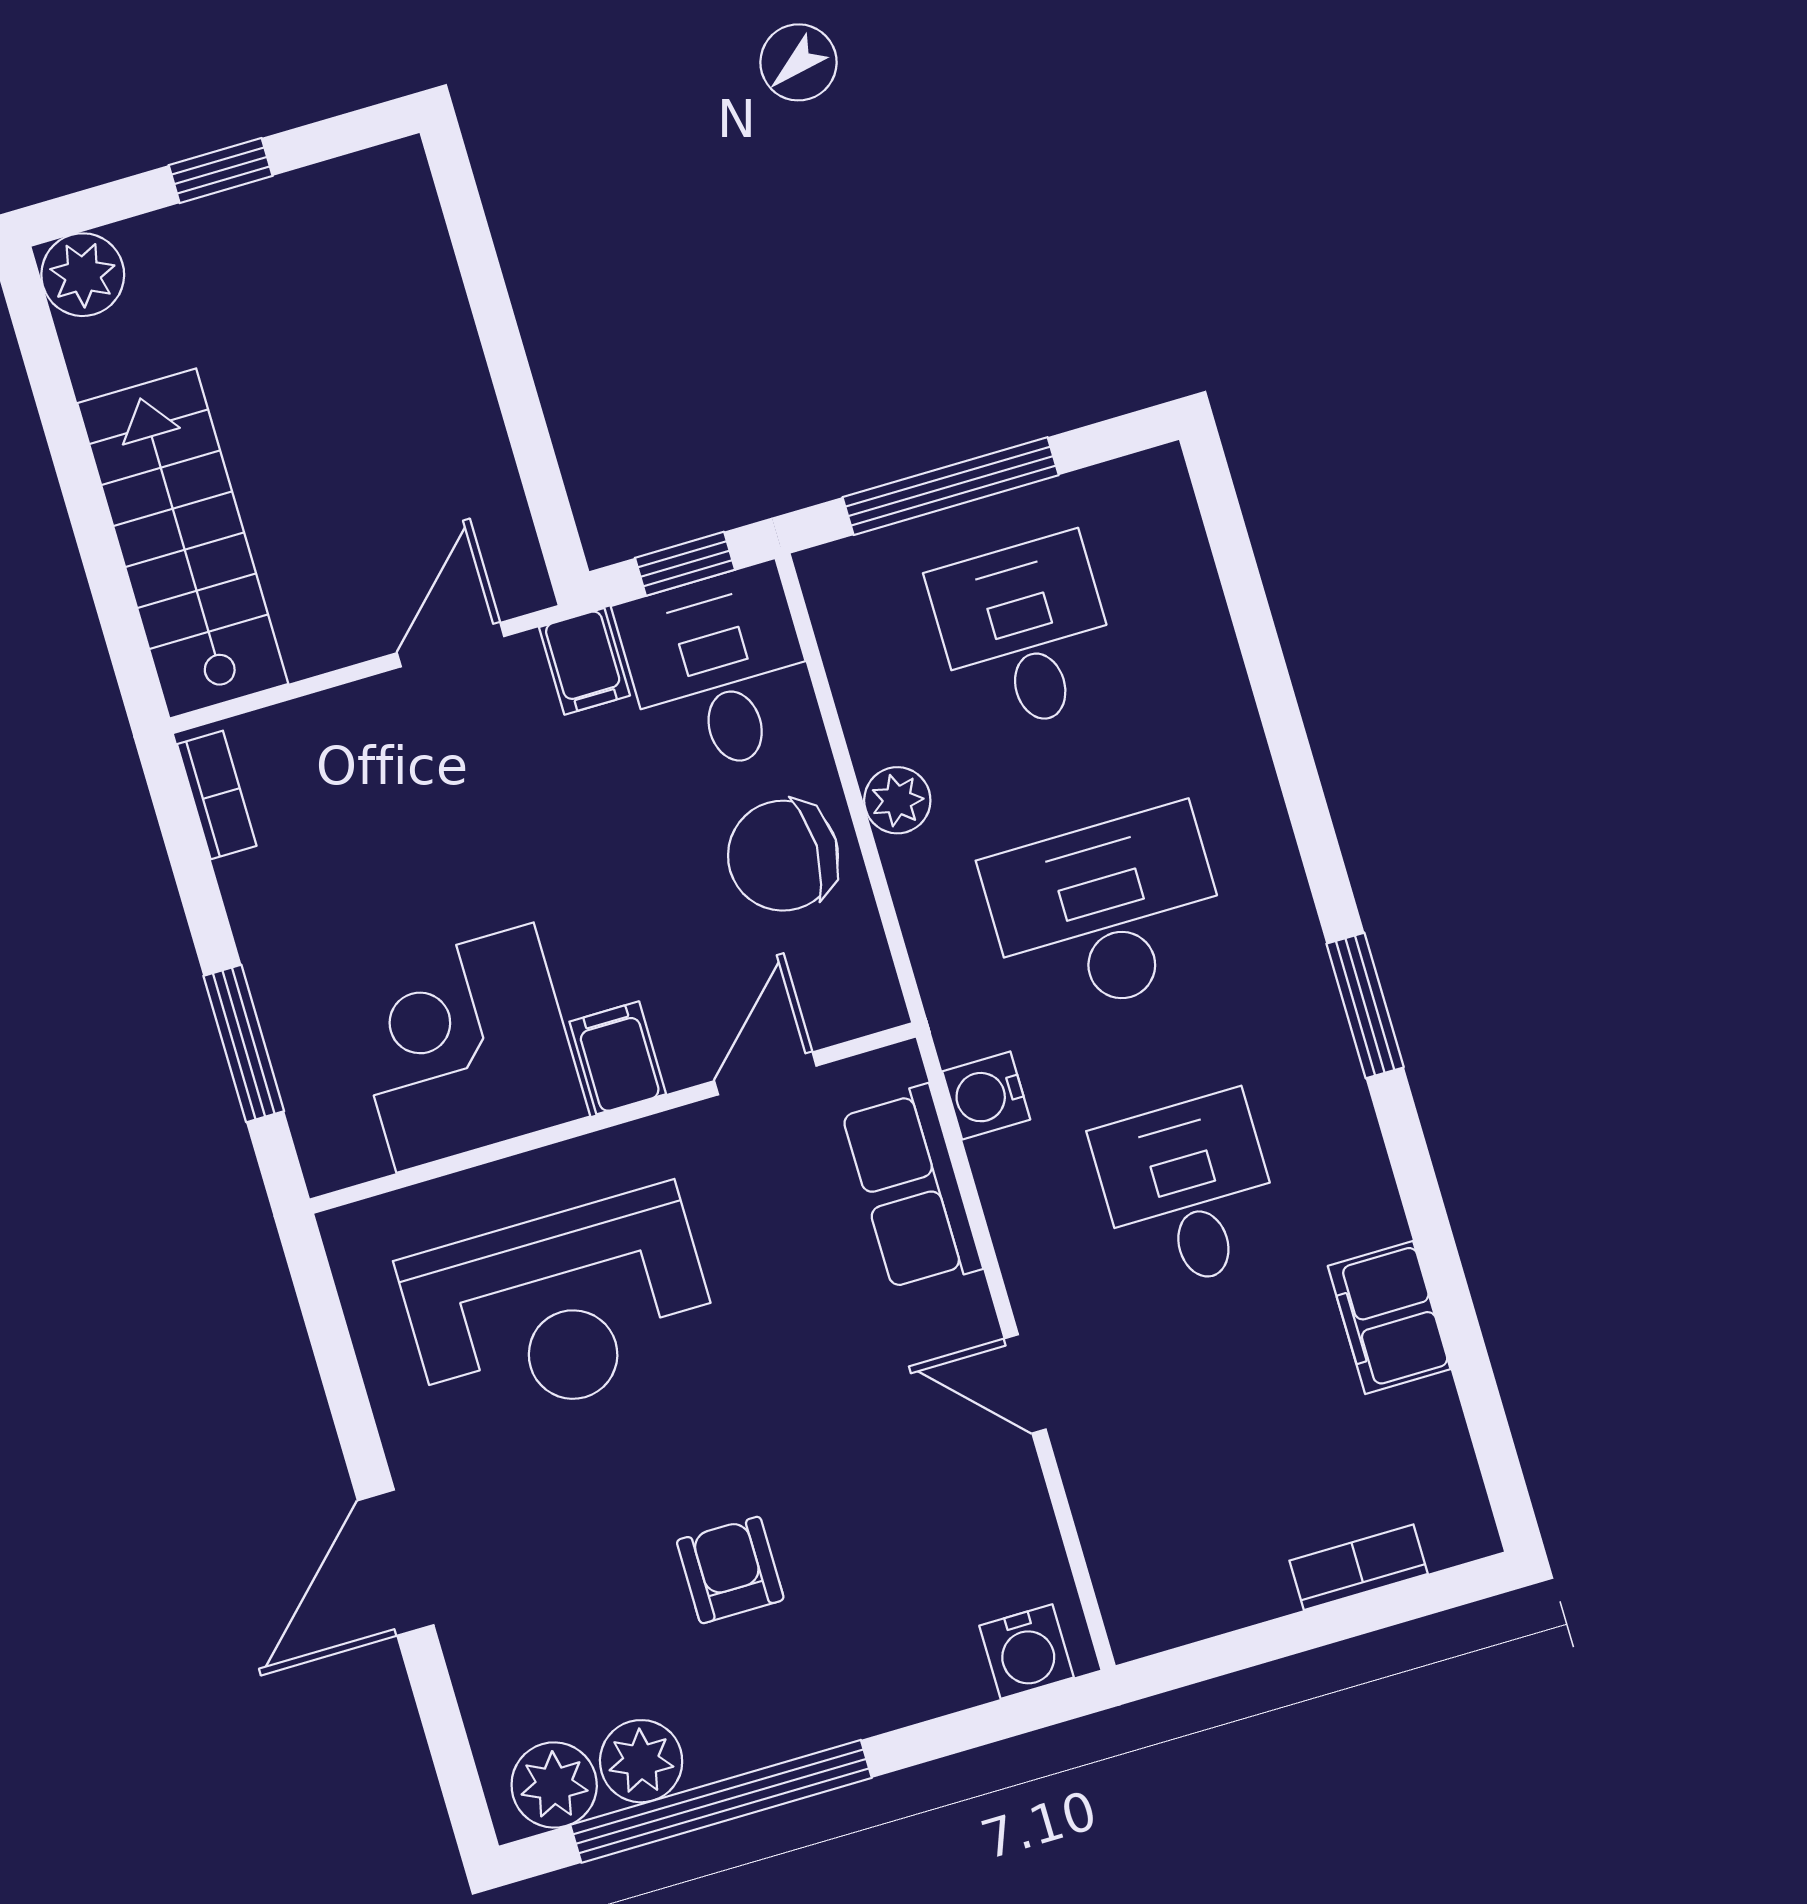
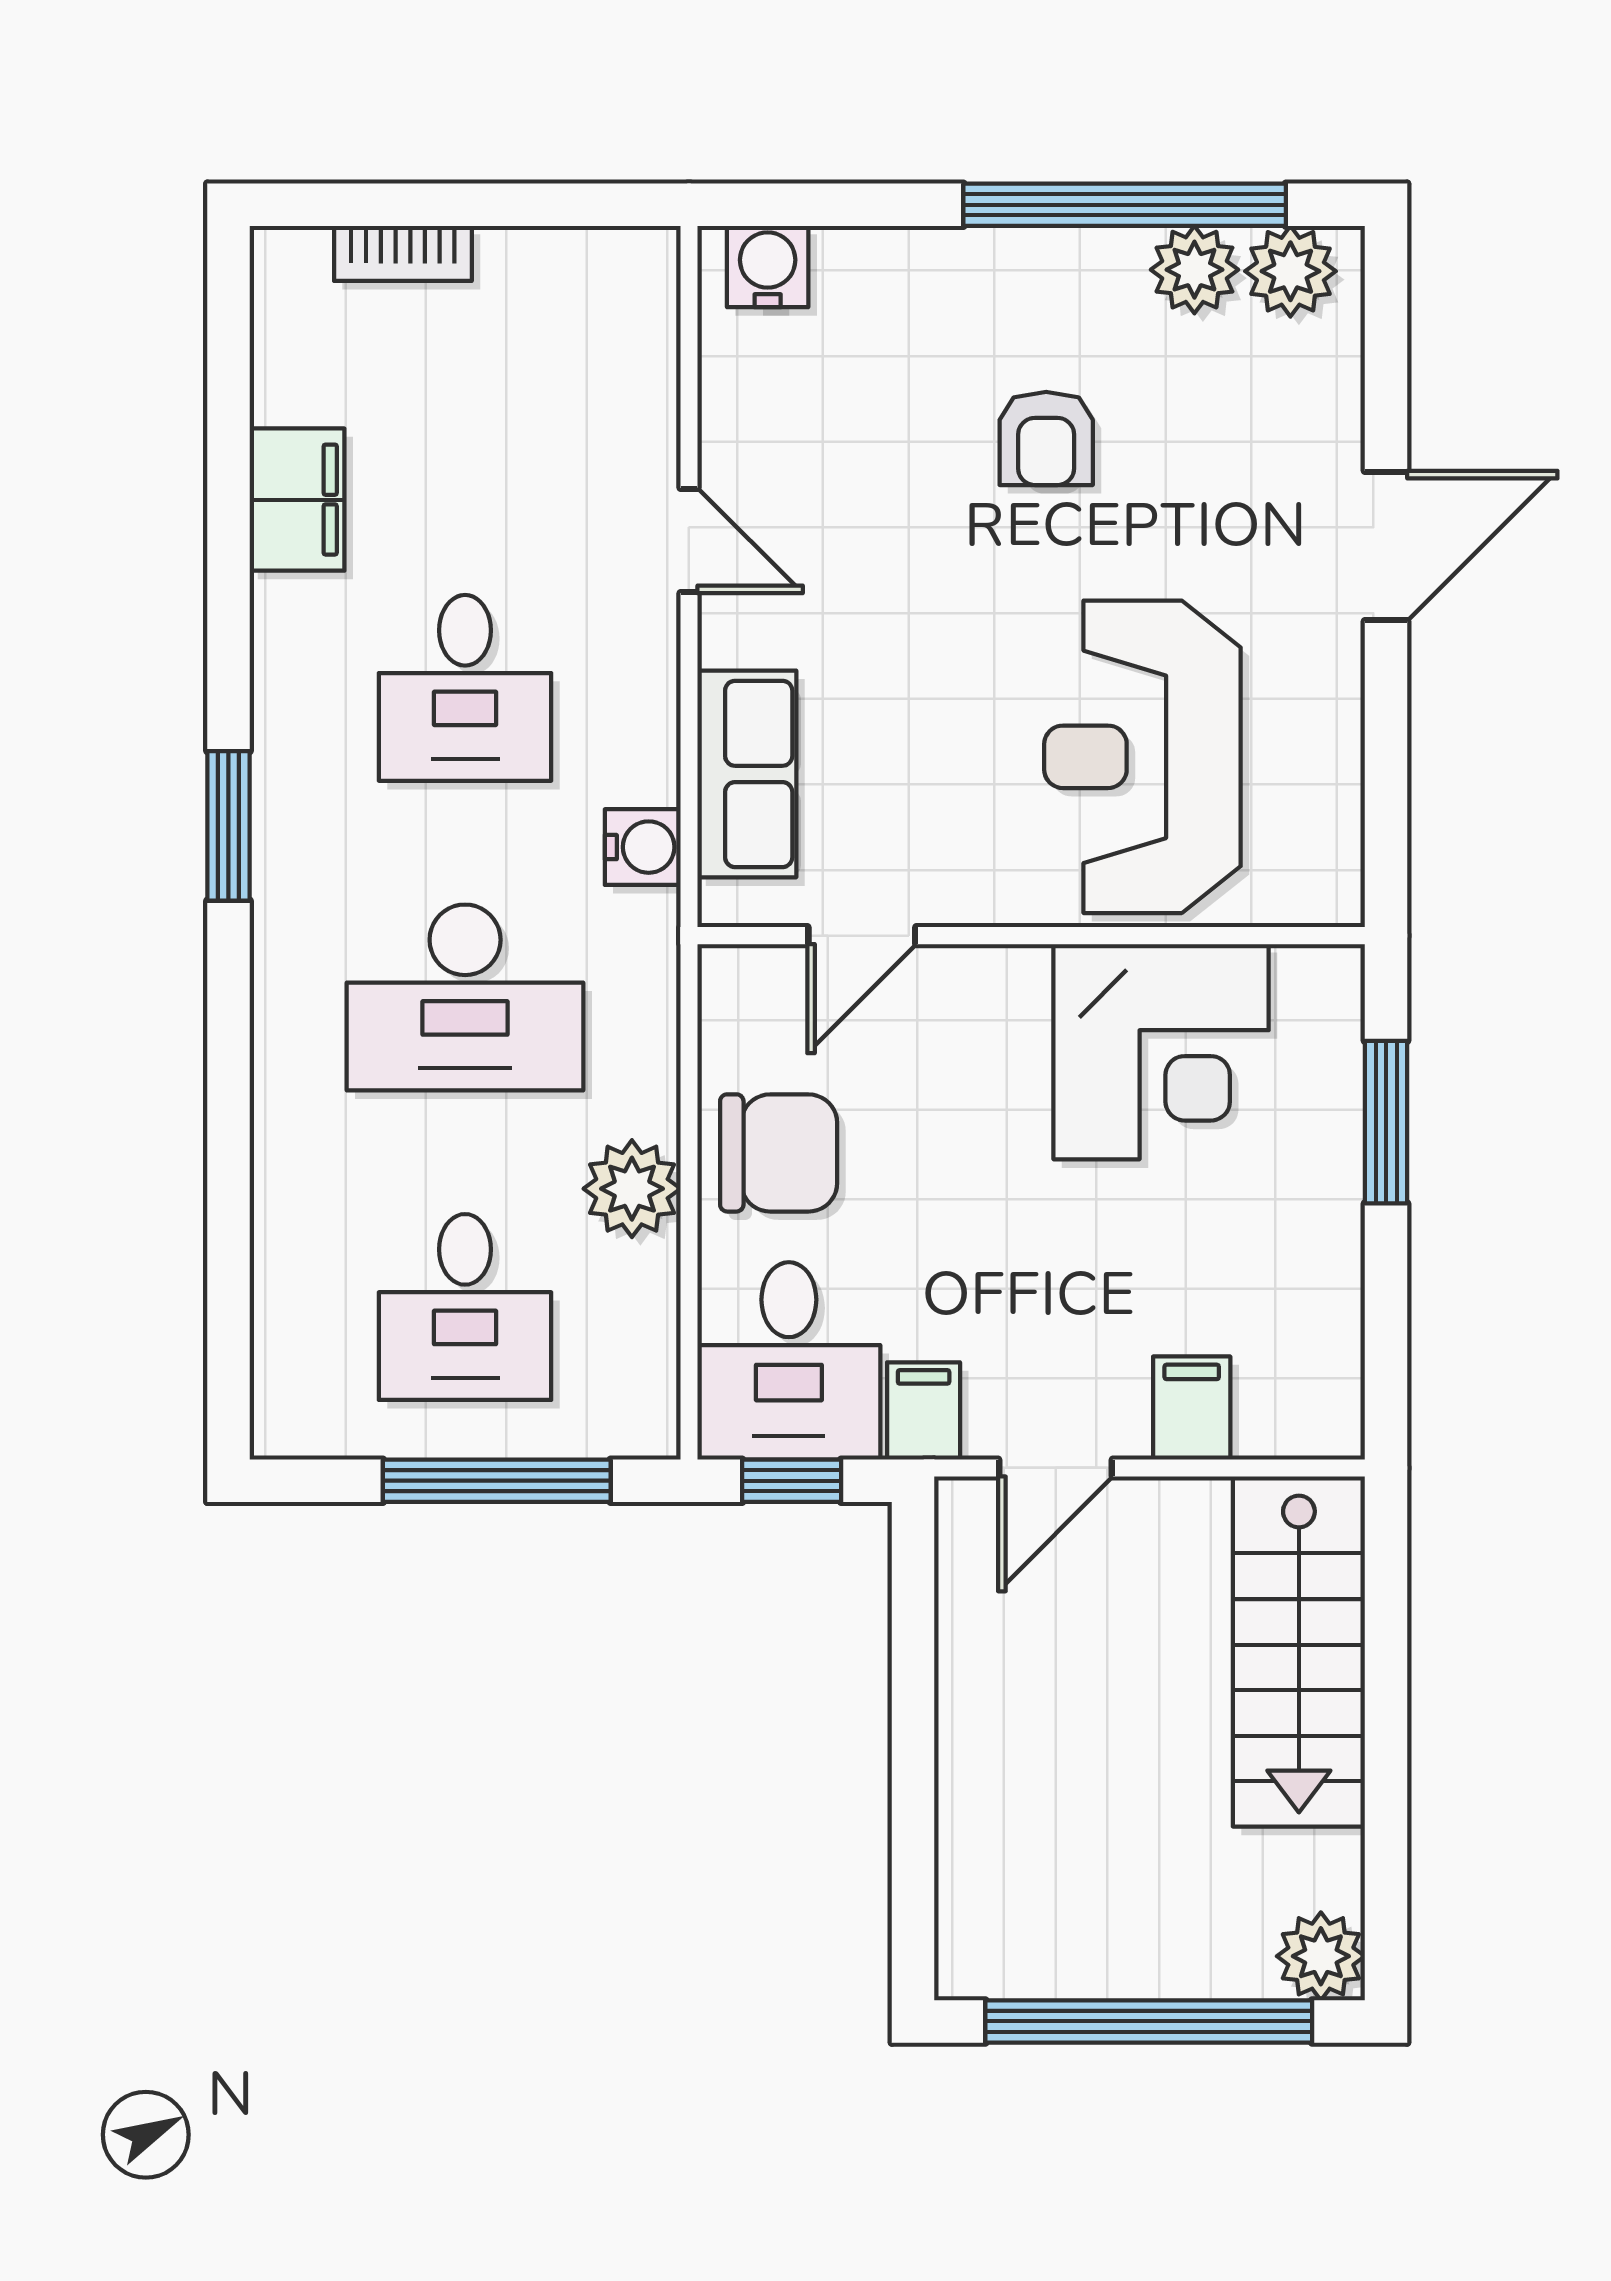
window: (221, 171) -> (1149, 2021), width x3.17
bookcase: (217, 795) -> (1339, 1384), removed
plant: (897, 800) -> (632, 1189), width x1.38, depth x1.38
filing cabinet: (618, 1058) -> (1192, 1408), moved, turned 180
reception desk: (560, 1309) -> (1142, 757), turned -90

